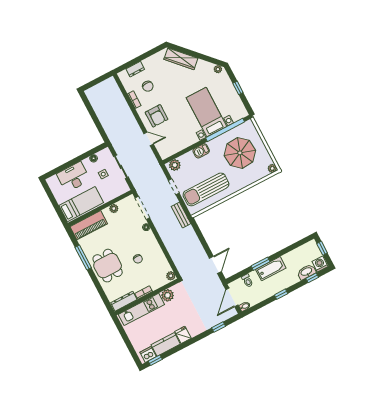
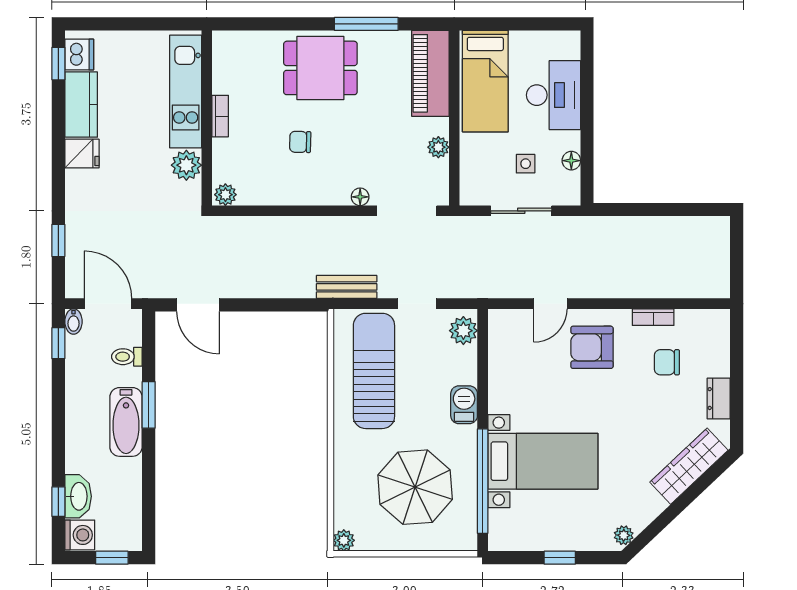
dresser: (135, 69) -> (719, 399), moved
window: (281, 294) -> (58, 343), moved
dresser: (124, 301) -> (224, 63), removed

